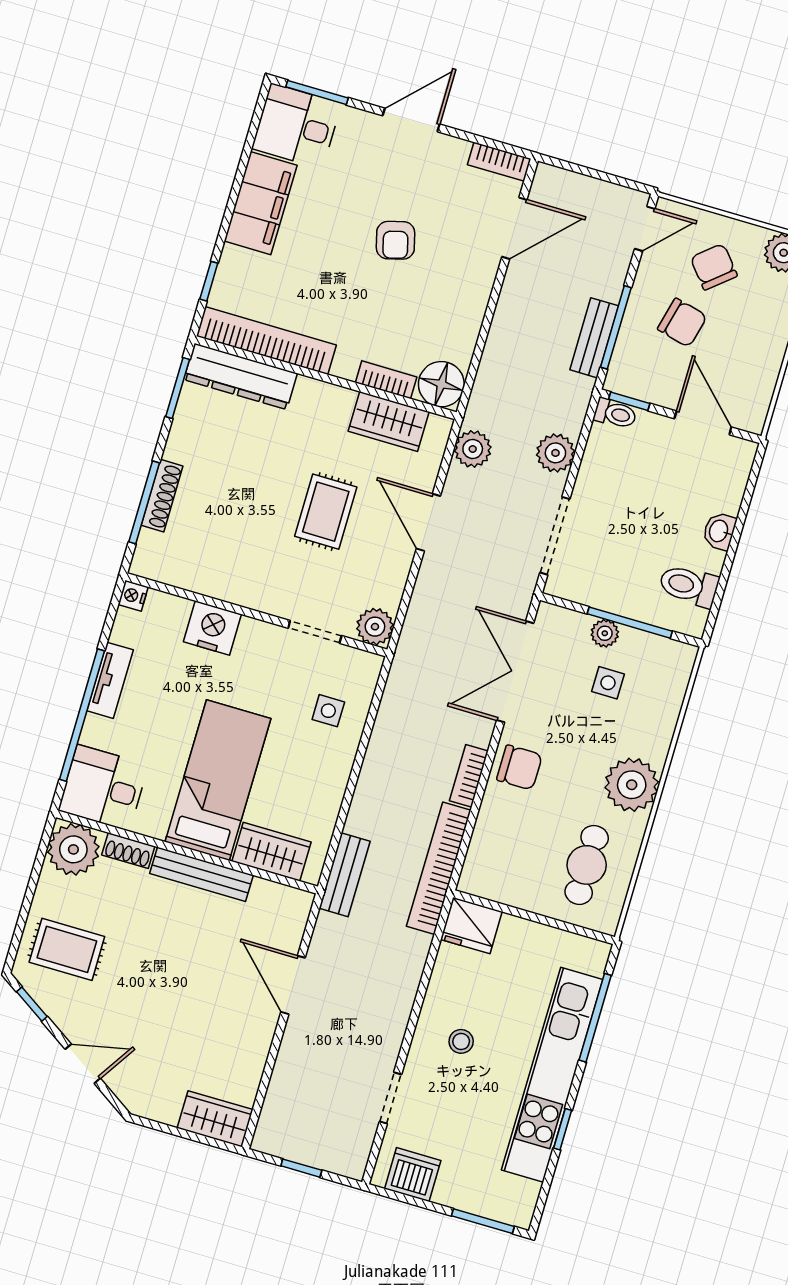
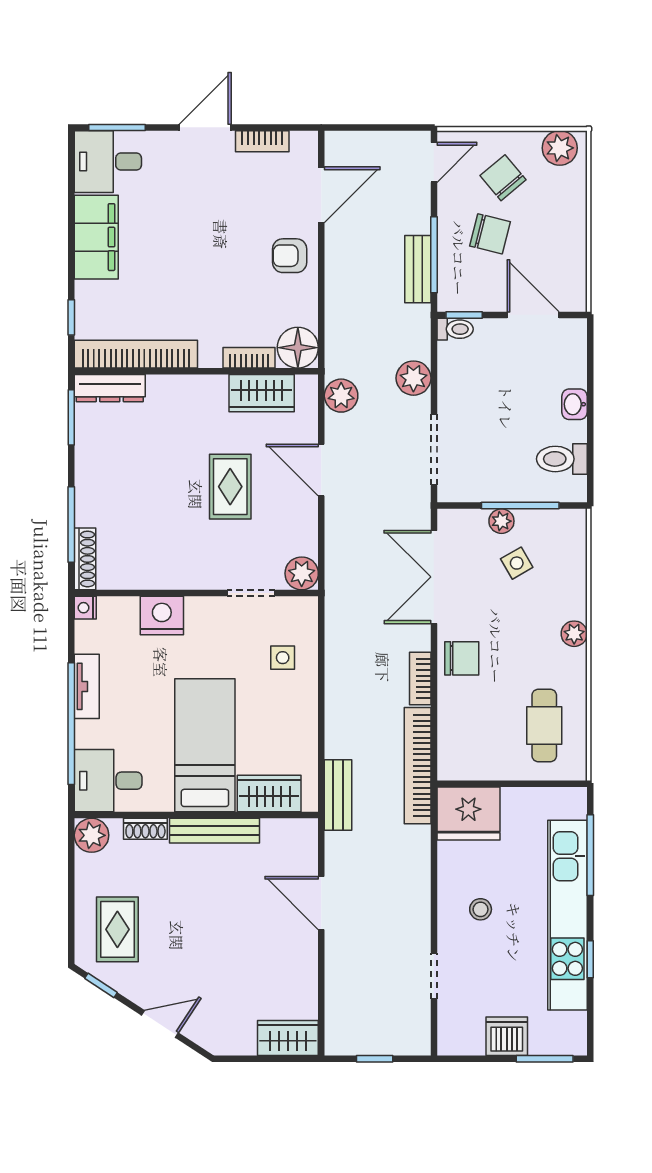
bookcase: (499, 162) -> (262, 141), moved
armchair: (396, 240) -> (290, 256), moved, turned 105
dresser: (241, 376) -> (110, 388), width x0.73, depth x0.80
shoe rack: (162, 496) -> (85, 559), moved
side table: (608, 683) -> (517, 563), turned -30
plant: (632, 785) -> (574, 634), width x0.53, depth x0.53
plant: (73, 849) -> (92, 835), width x0.73, depth x0.73
fridge: (471, 925) -> (468, 813), width x1.36, depth x1.34
rug: (67, 949) -> (117, 929), turned 90
dishwasher: (413, 1175) -> (507, 1036), moved

